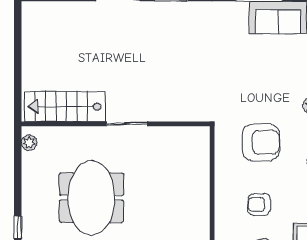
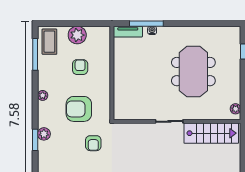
armchair: (240, 92) -> (93, 143), added
armchair: (259, 204) -> (80, 67), turned -90

